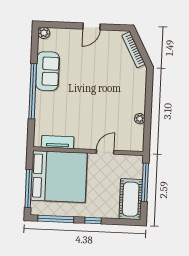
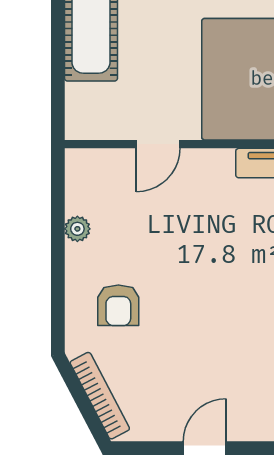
armchair: (124, 86) -> (118, 305), added
window: (145, 182) -> (58, 74), removed

